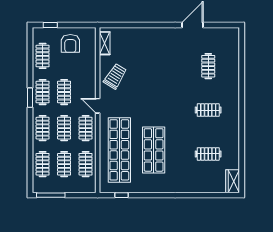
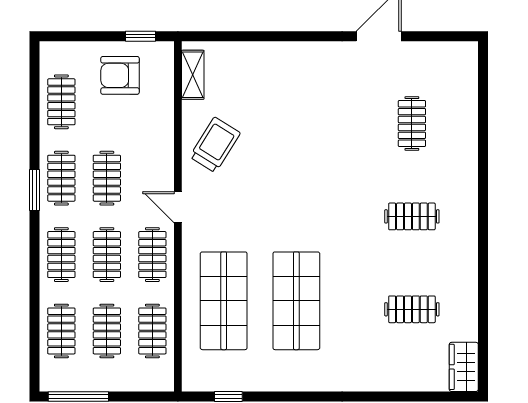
window: (50, 25) -> (141, 36), moved
armchair: (70, 43) -> (120, 75), turned 90
shop shelf: (119, 150) -> (224, 301), width x0.71

